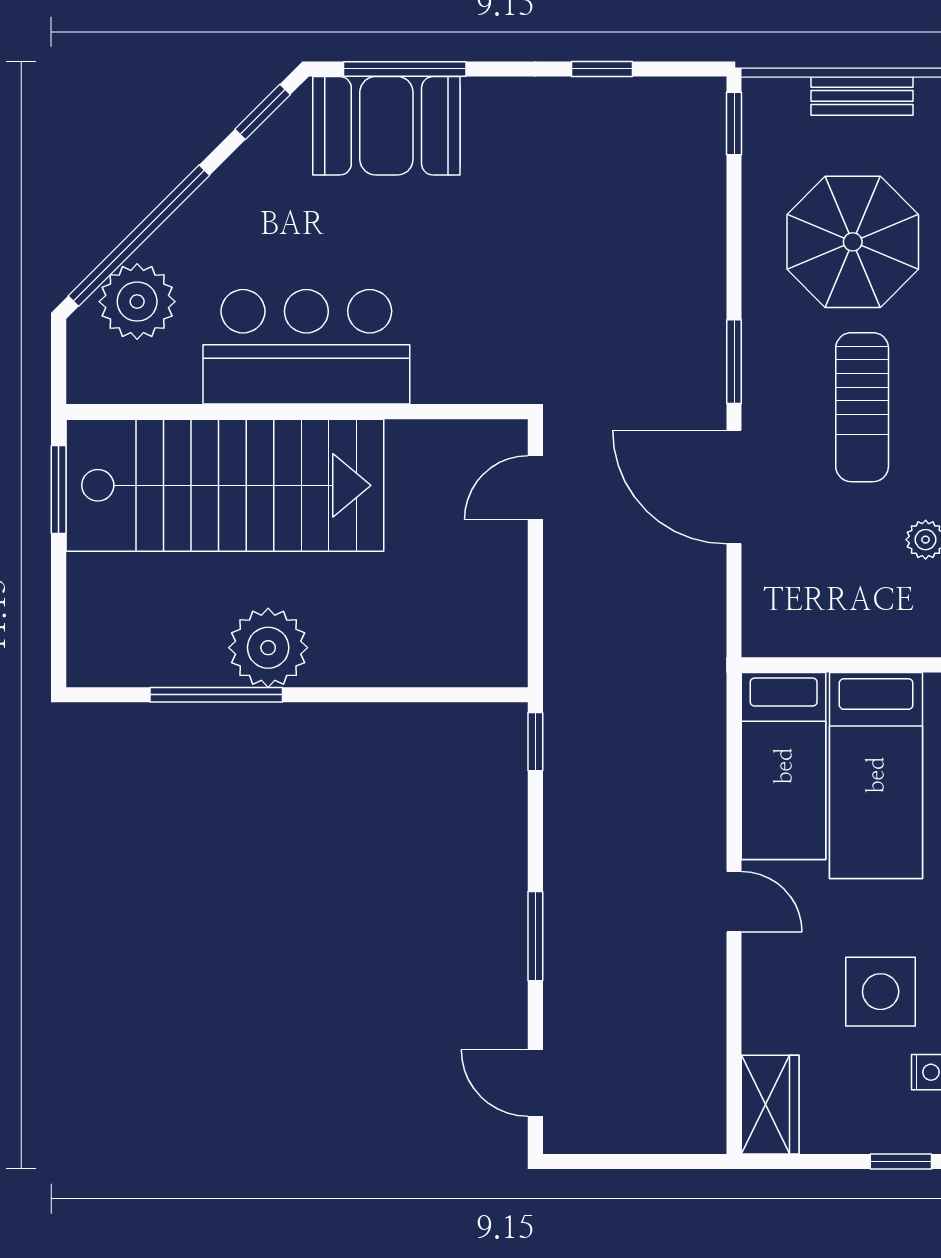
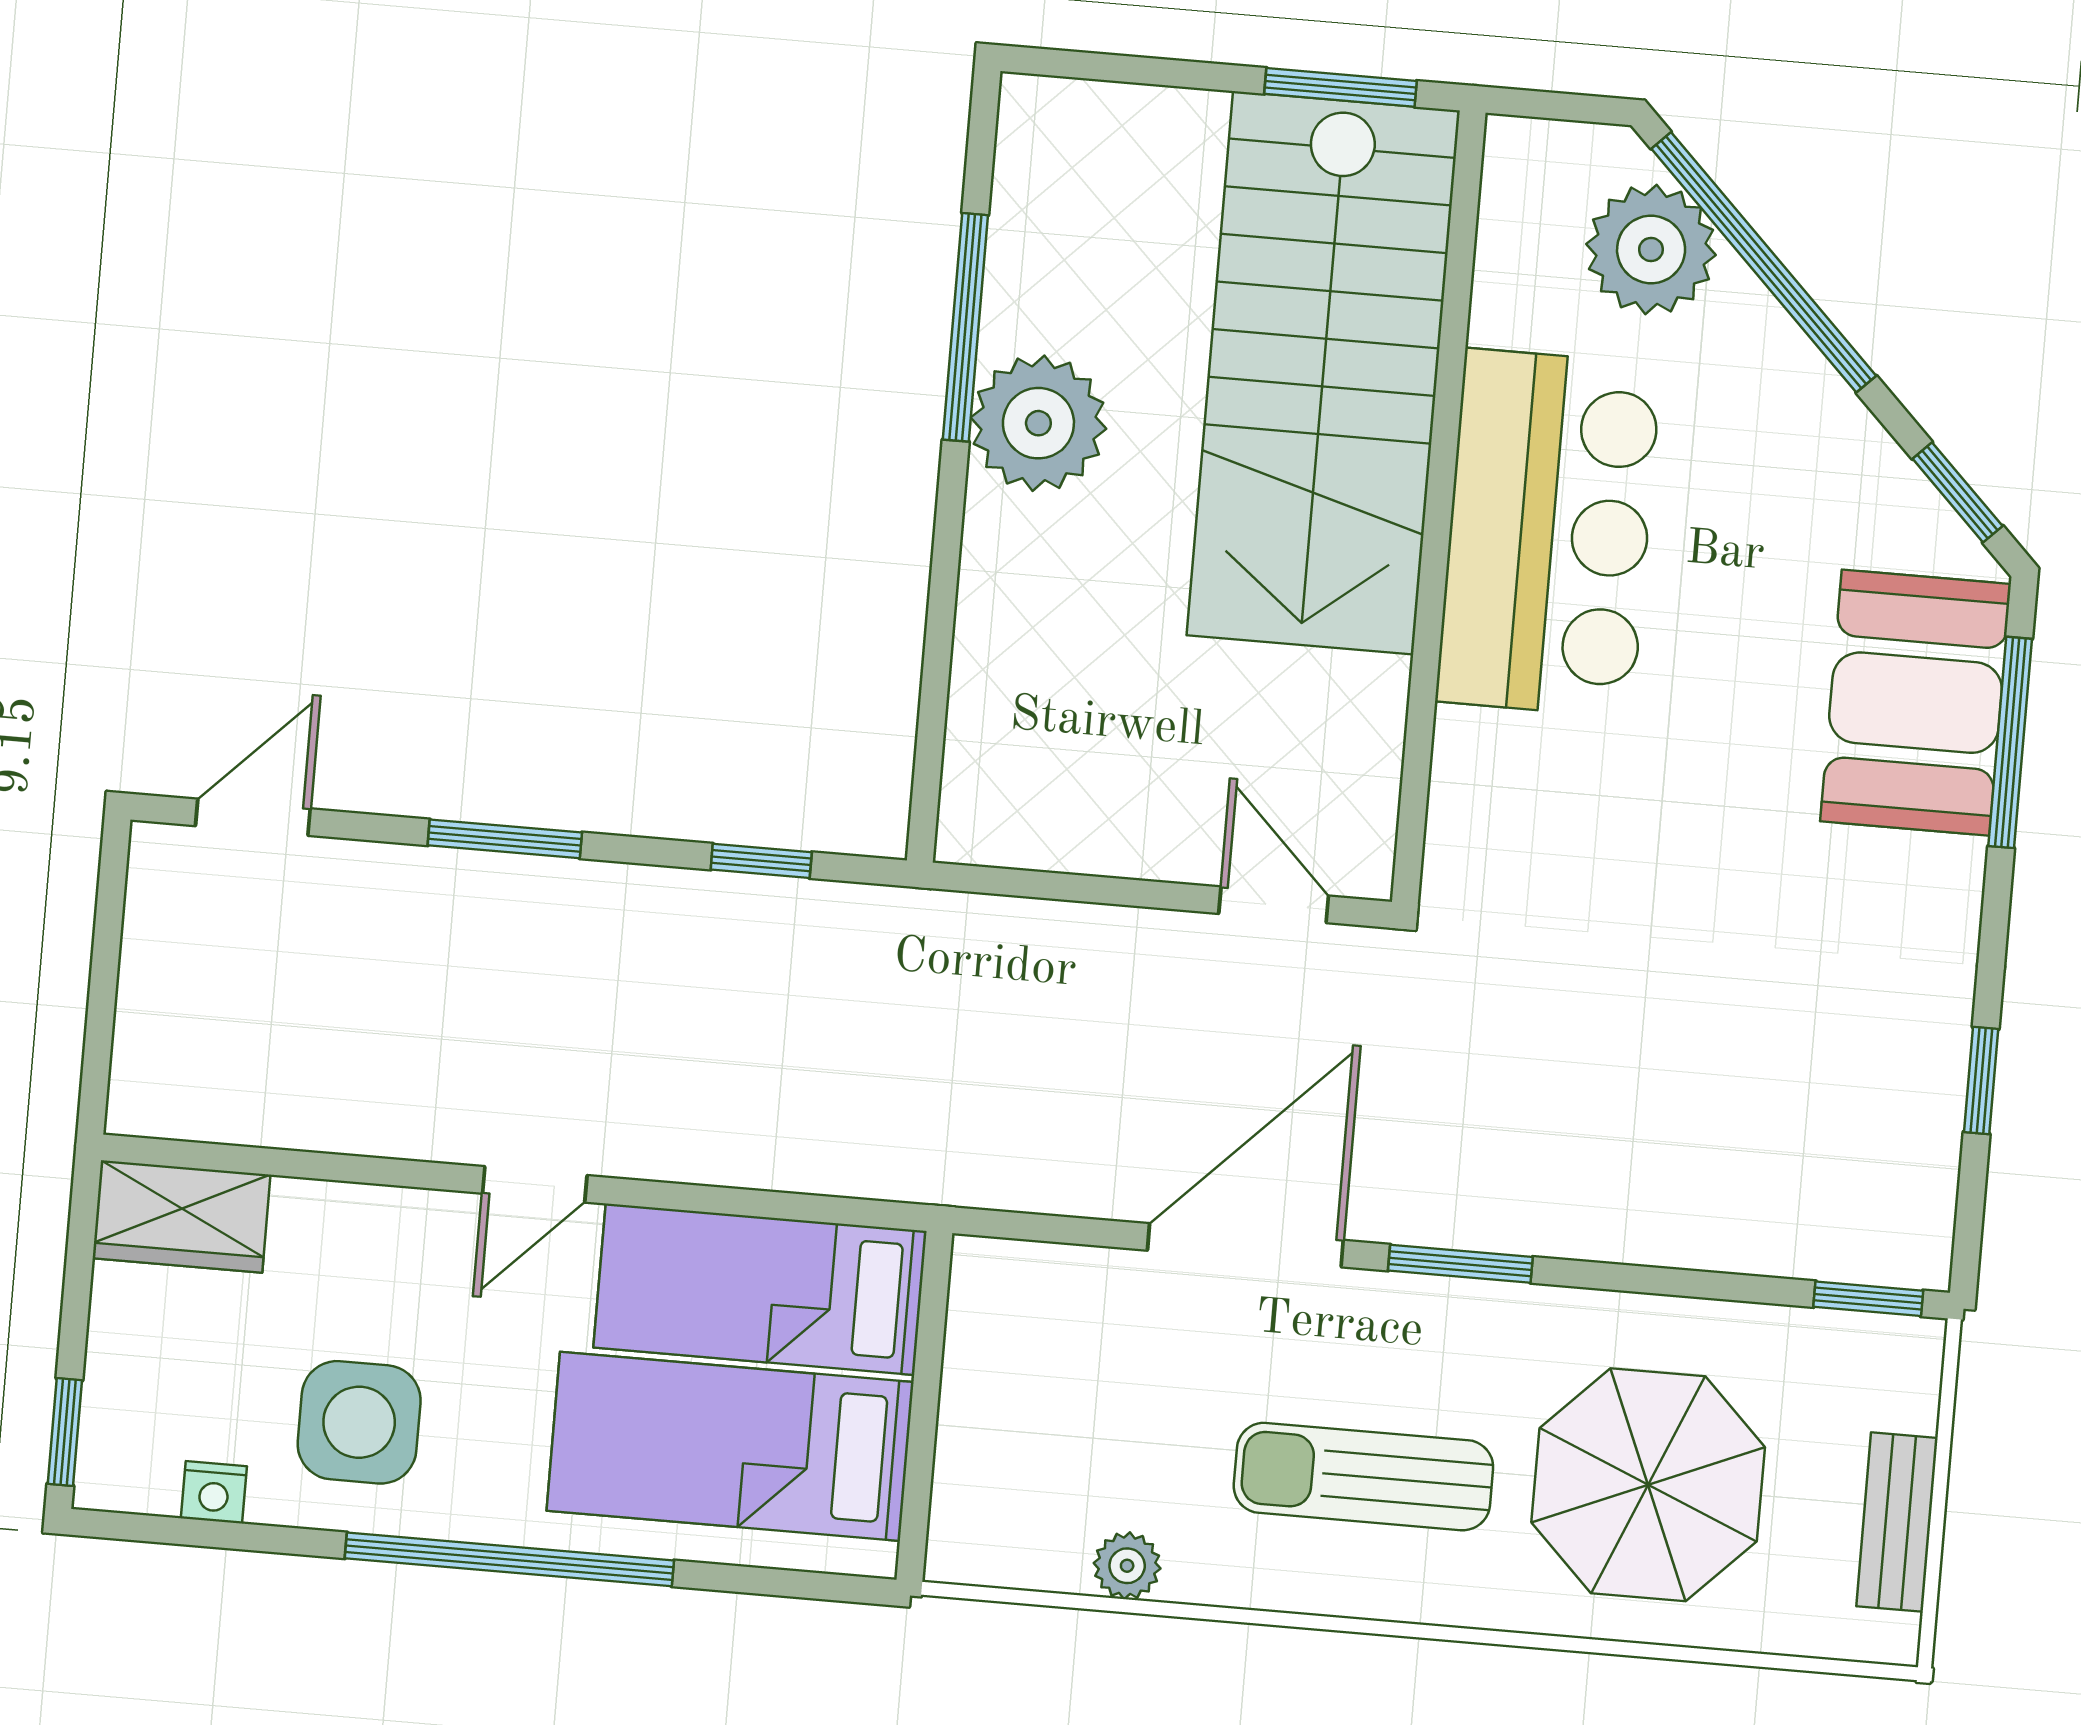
window: (535, 742) -> (761, 861), moved

